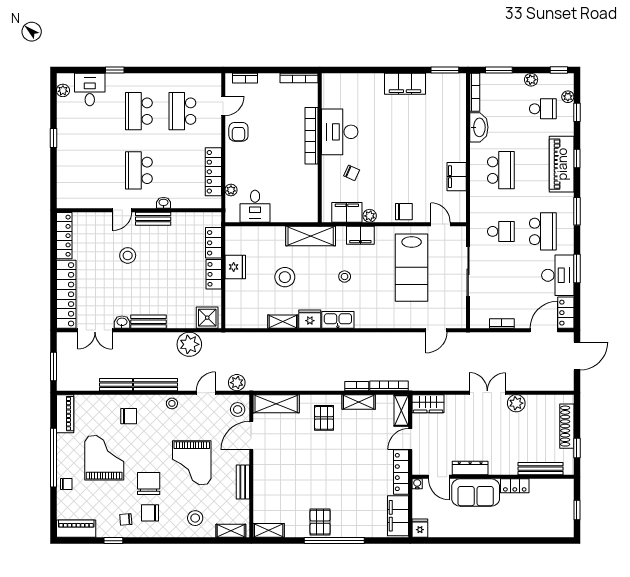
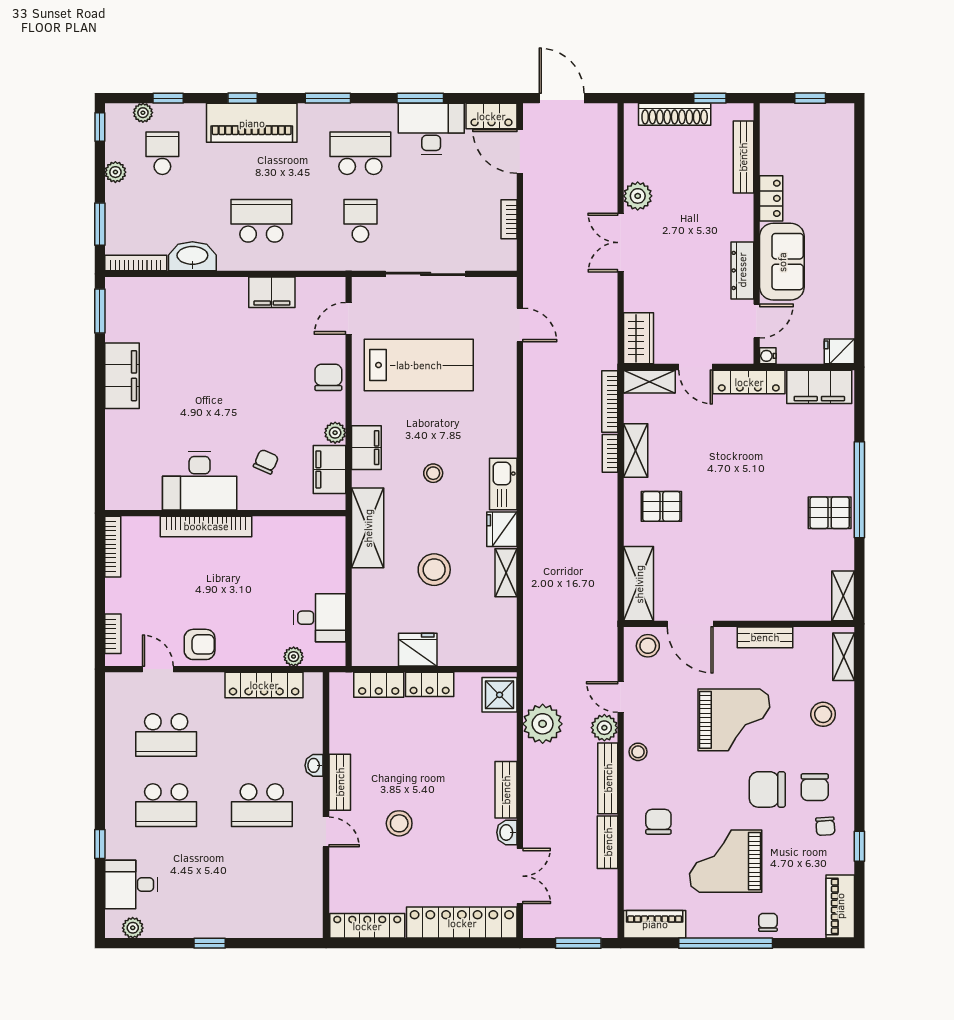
plant: (237, 383) -> (604, 728), moved

